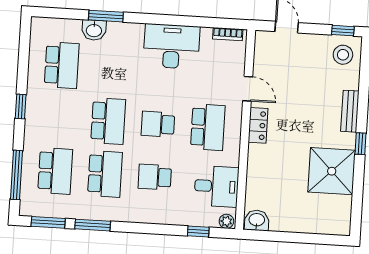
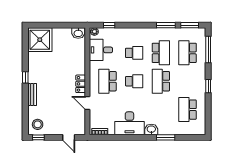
washbasin: (94, 30) -> (151, 129), moved
shower: (332, 171) -> (40, 40), moved
school desk: (105, 174) -> (161, 53), turned 180

